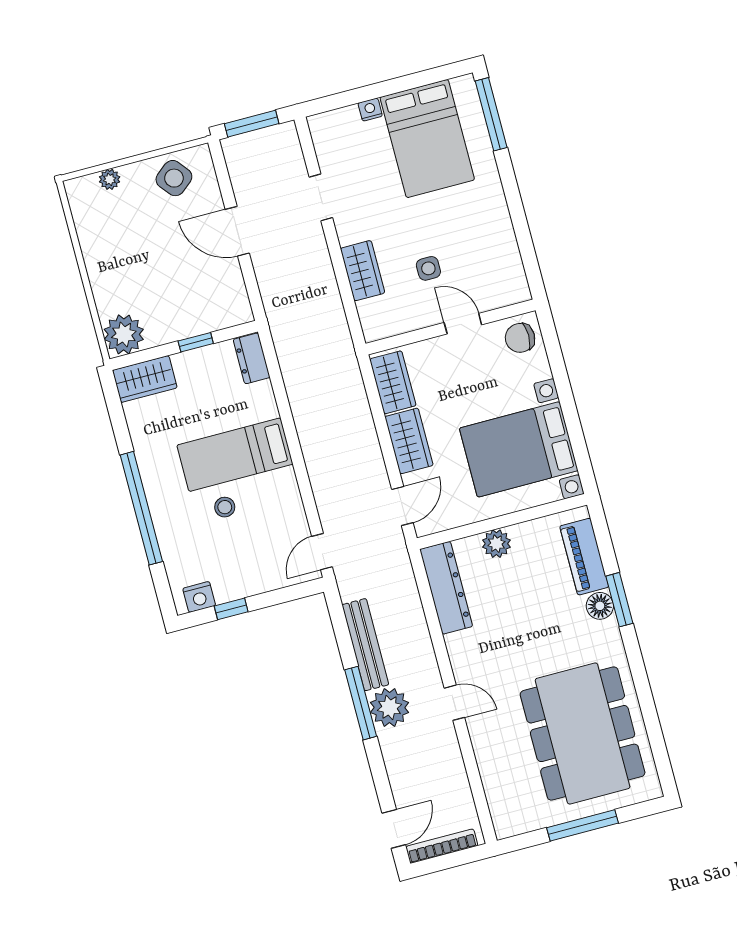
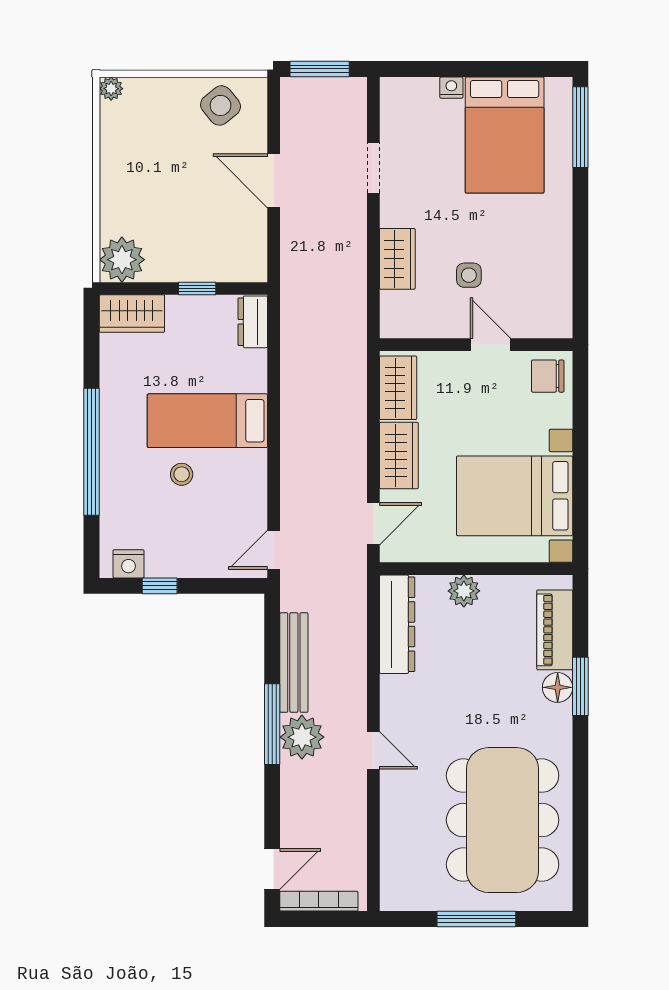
plant: (110, 179) -> (111, 89), moved

